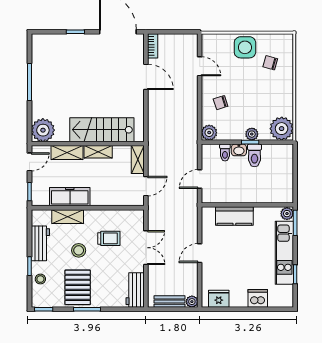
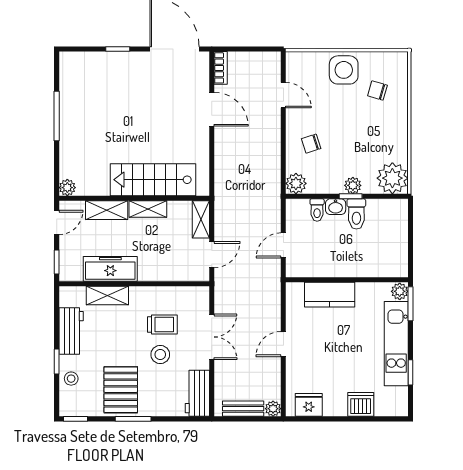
plant: (43, 130) -> (67, 188), width x0.53, depth x0.53
stool: (79, 250) -> (160, 354), moved

